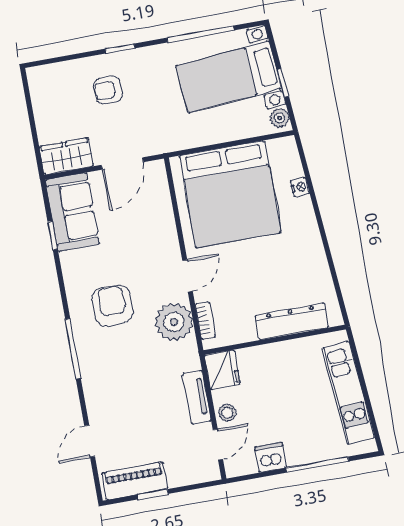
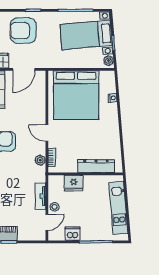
armchair: (108, 90) -> (23, 30), width x1.88, depth x1.88
door: (188, 276) -> (47, 133), swing flipped
plant: (174, 322) -> (40, 160), width x0.53, depth x0.53
fridge: (222, 370) -> (74, 183), moved, turned 90

